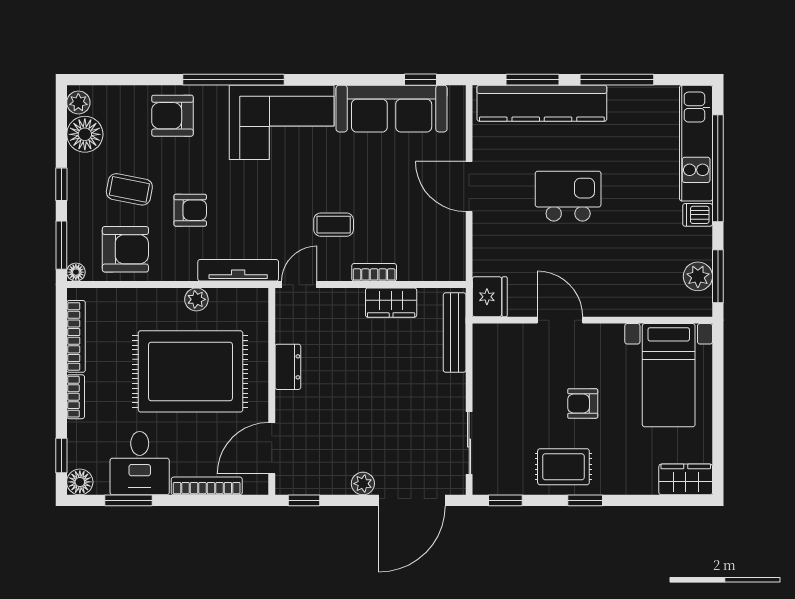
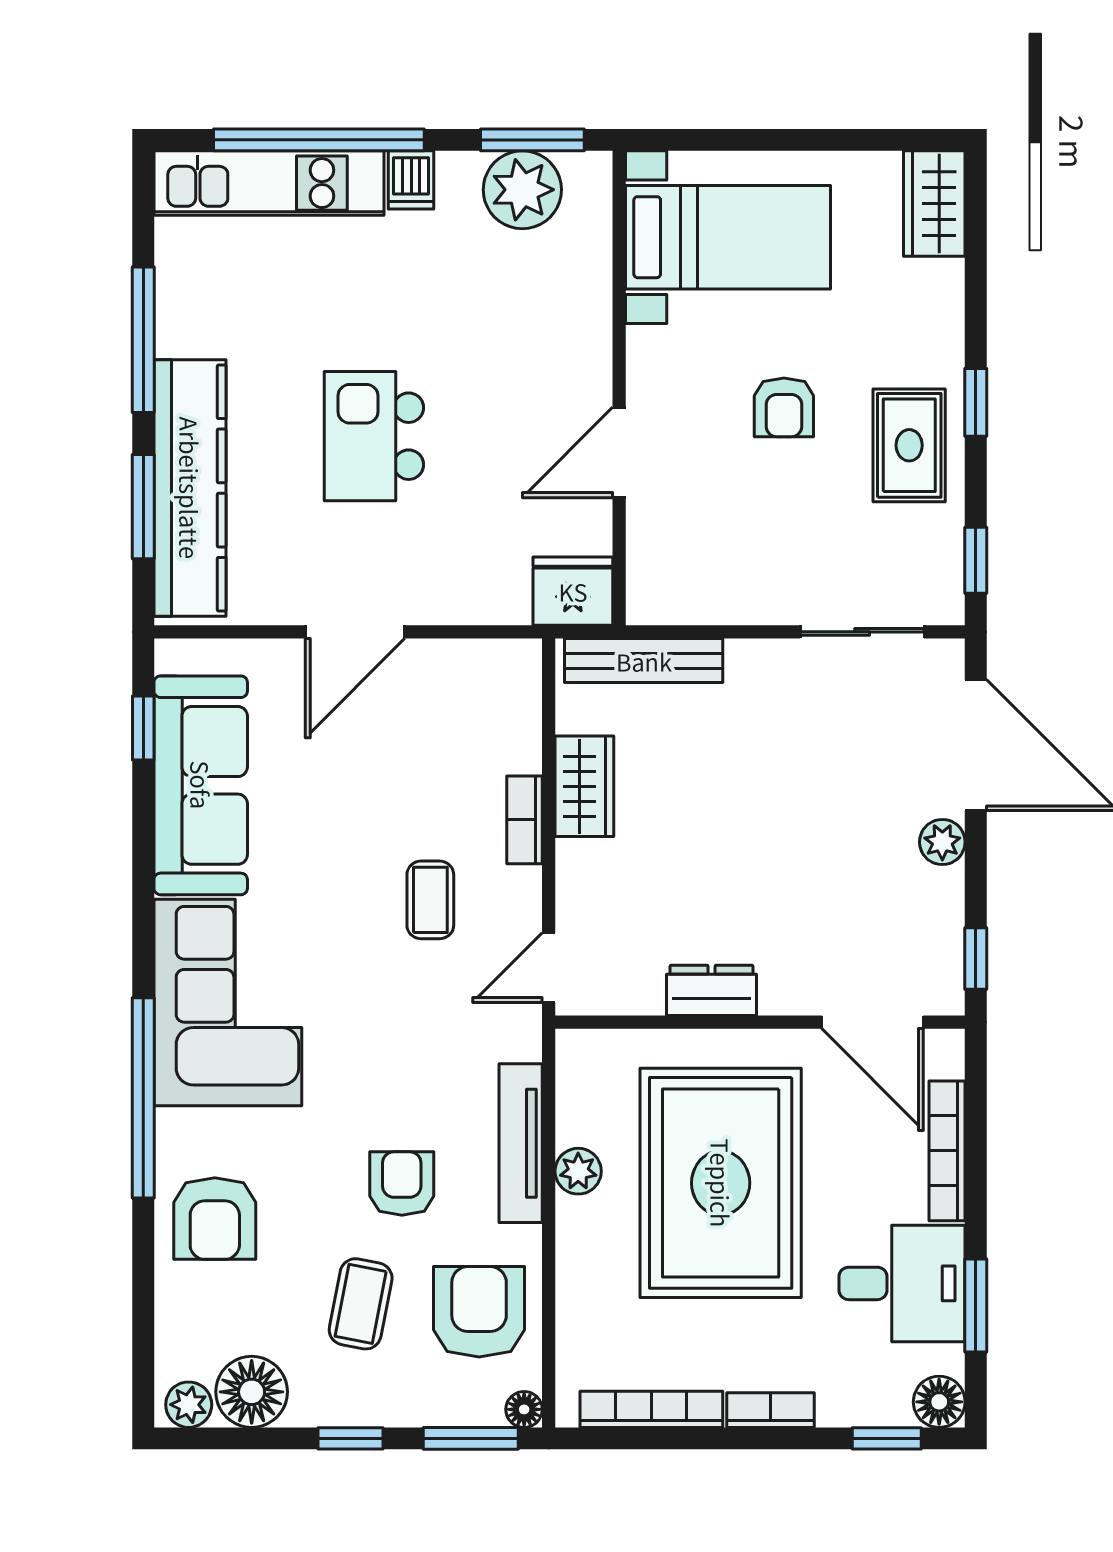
tv unit: (238, 270) -> (521, 1143), moved
plant: (698, 276) -> (522, 190), width x1.36, depth x1.36
door: (299, 285) -> (549, 968), hinge flipped

